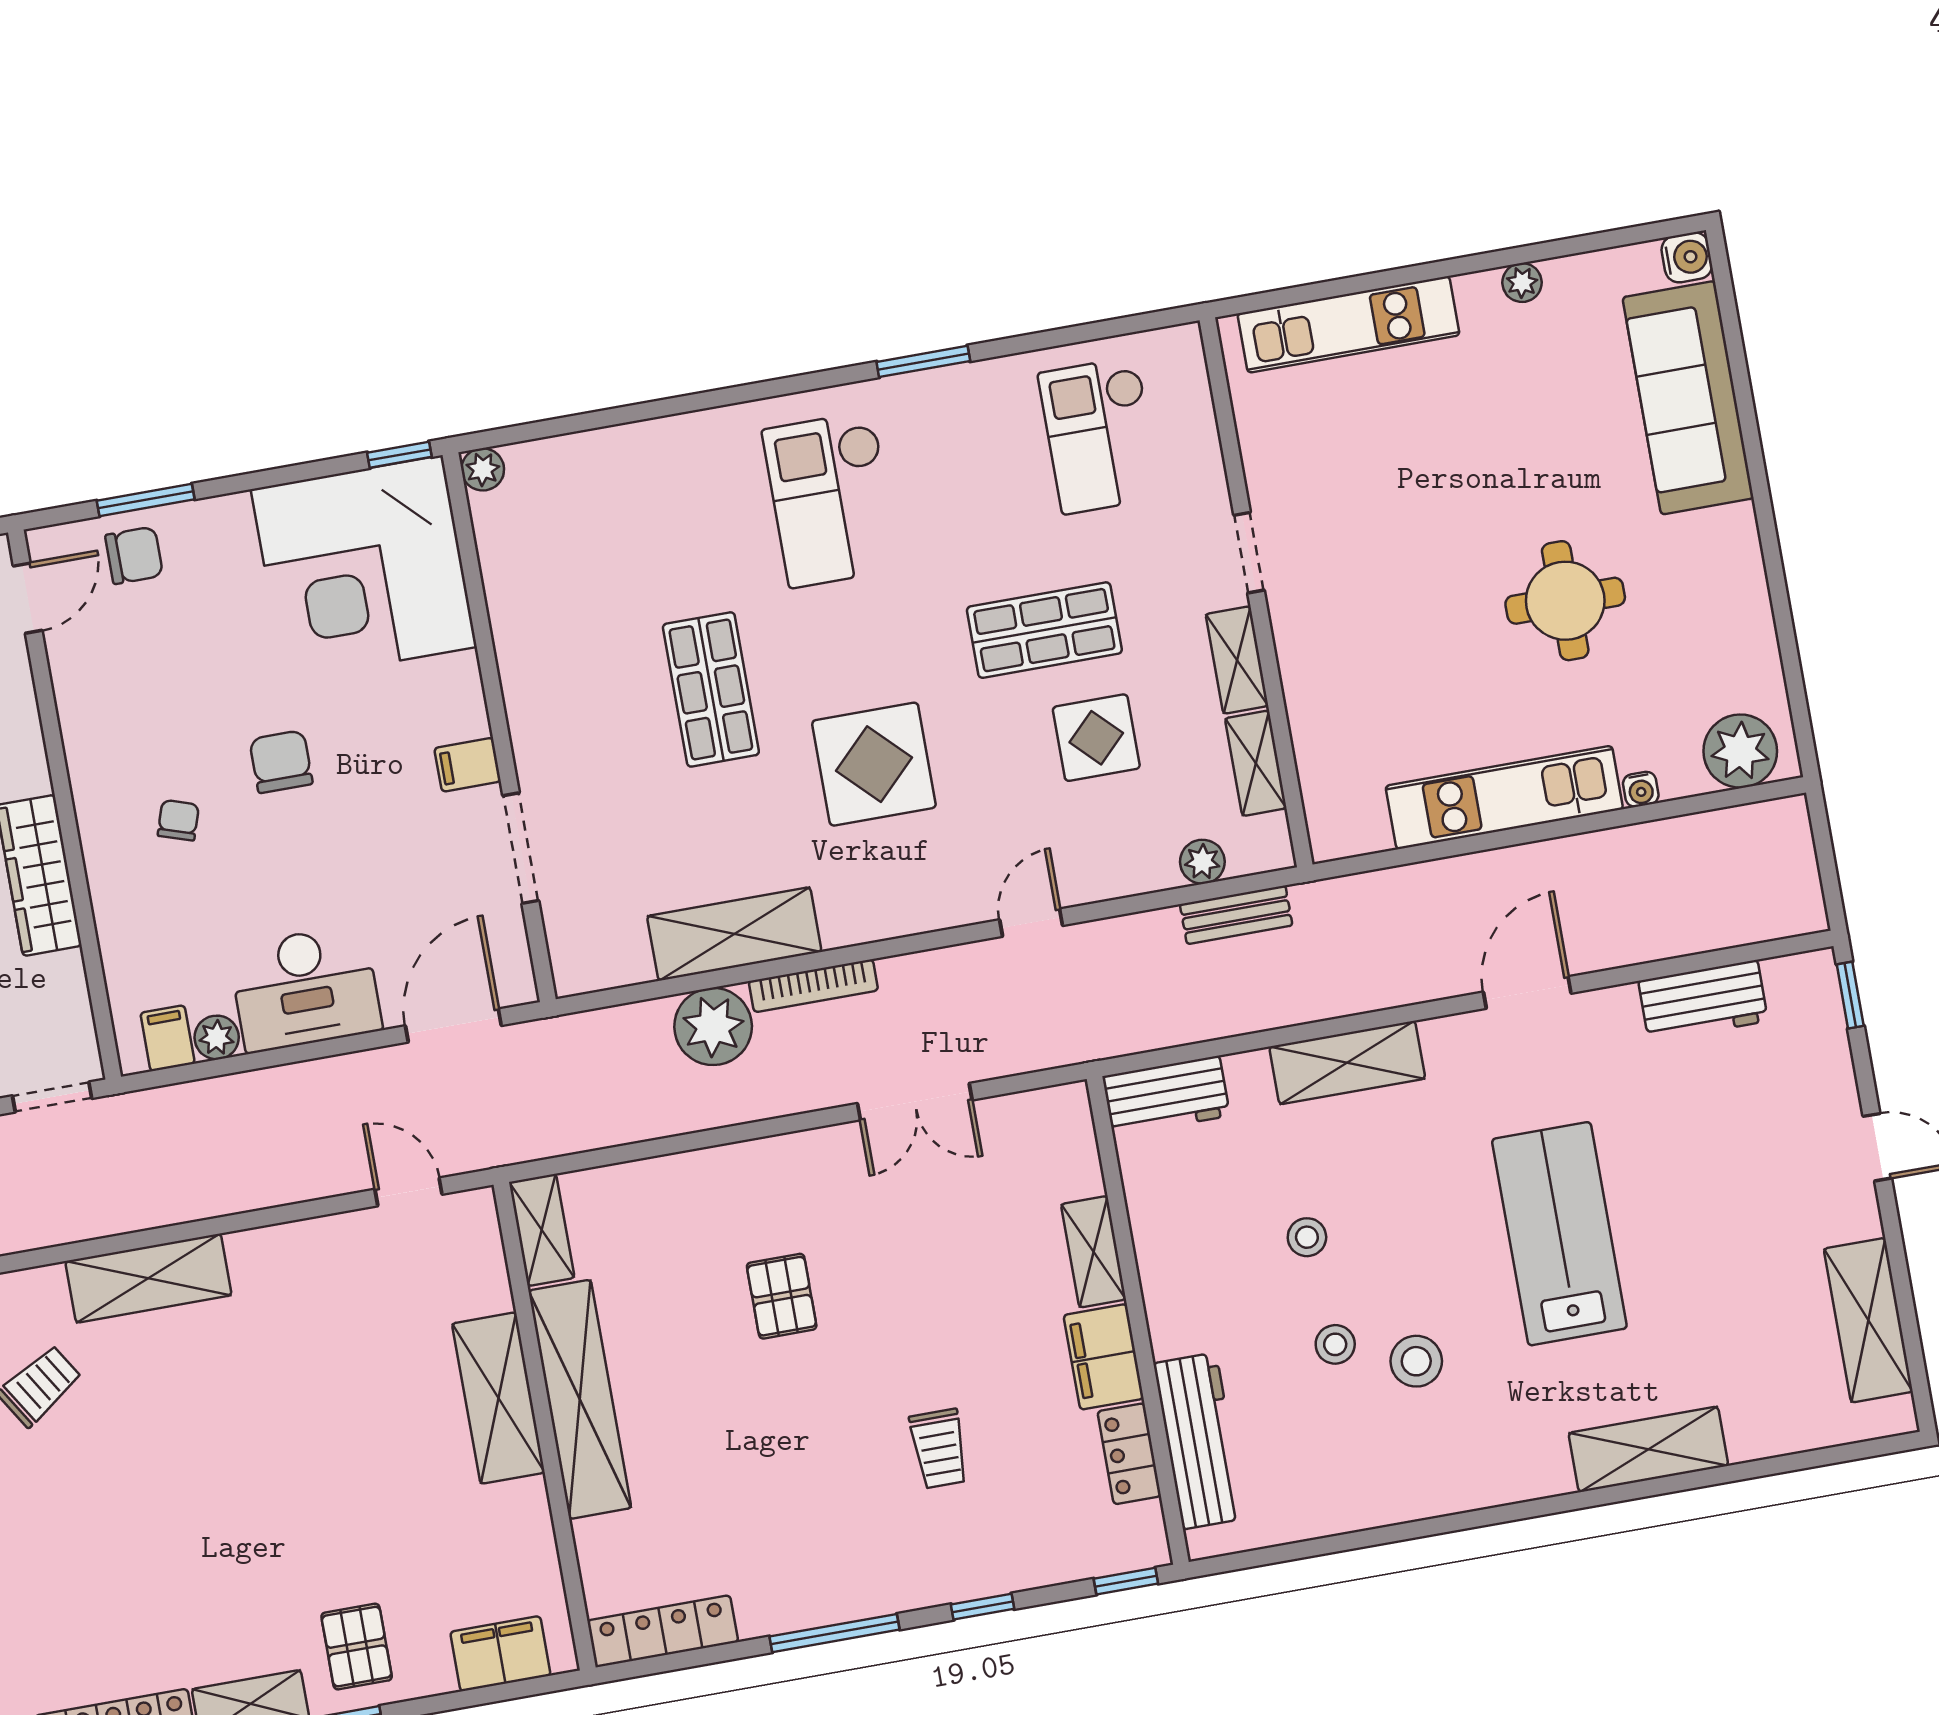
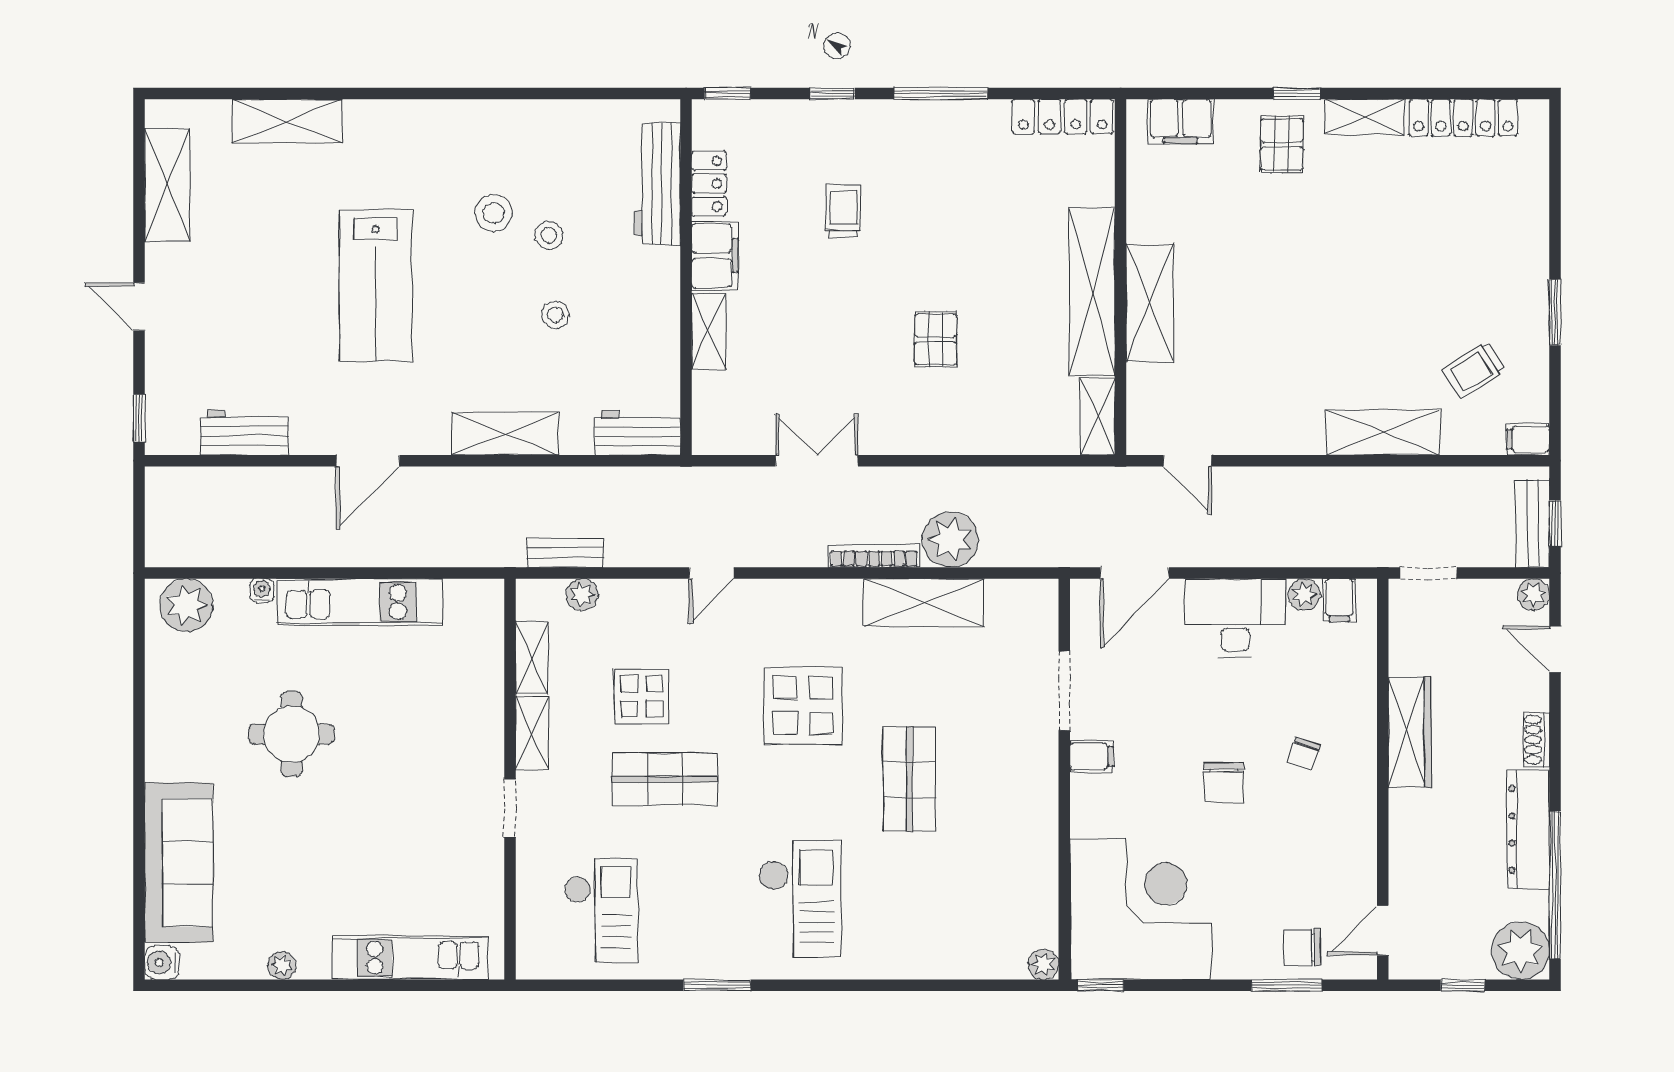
shelving: (1648, 1449) -> (287, 121), moved

